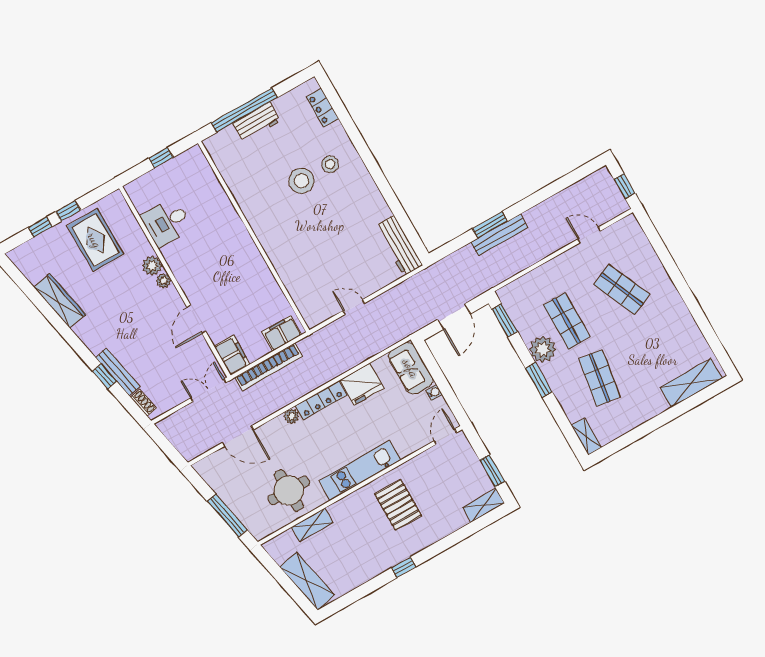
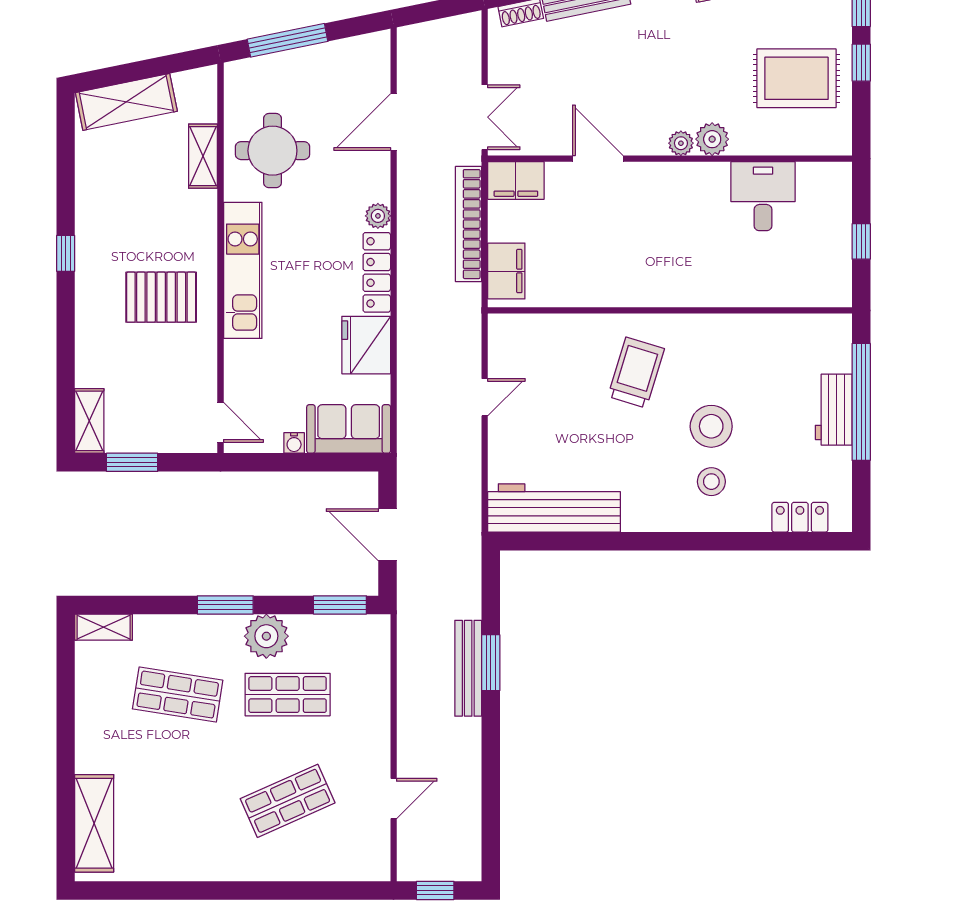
trolley: (296, 236) -> (636, 373), added
workbench: (399, 246) -> (554, 508), width x1.36, depth x1.32

